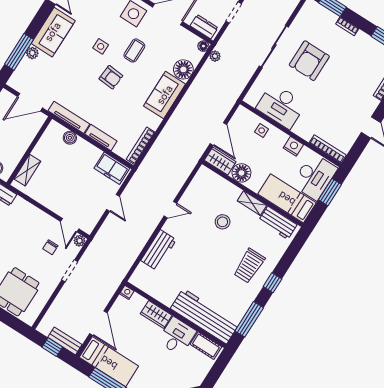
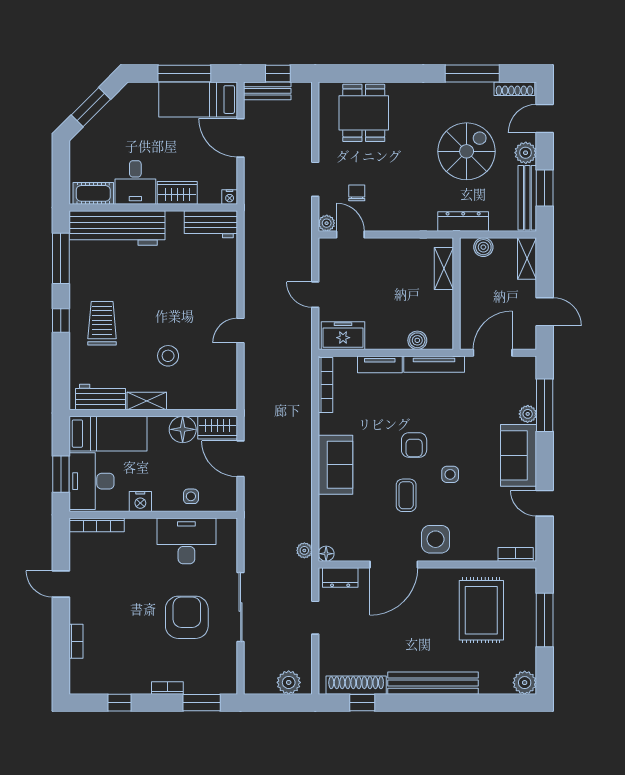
floor lamp: (183, 69) -> (332, 510), removed
armchair: (111, 77) -> (414, 445), turned -95
workbench: (159, 250) -> (211, 224), moved, turned -90

